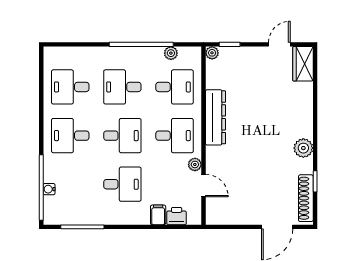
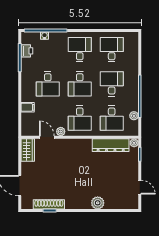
wardrobe: (303, 64) -> (28, 150), moved, turned 90
dresser: (215, 117) -> (111, 145), moved
plant: (303, 148) -> (98, 203), moved
door: (204, 186) -> (47, 137), swing flipped
shoe rack: (306, 198) -> (49, 204), moved
printer: (177, 216) -> (27, 51), moved

